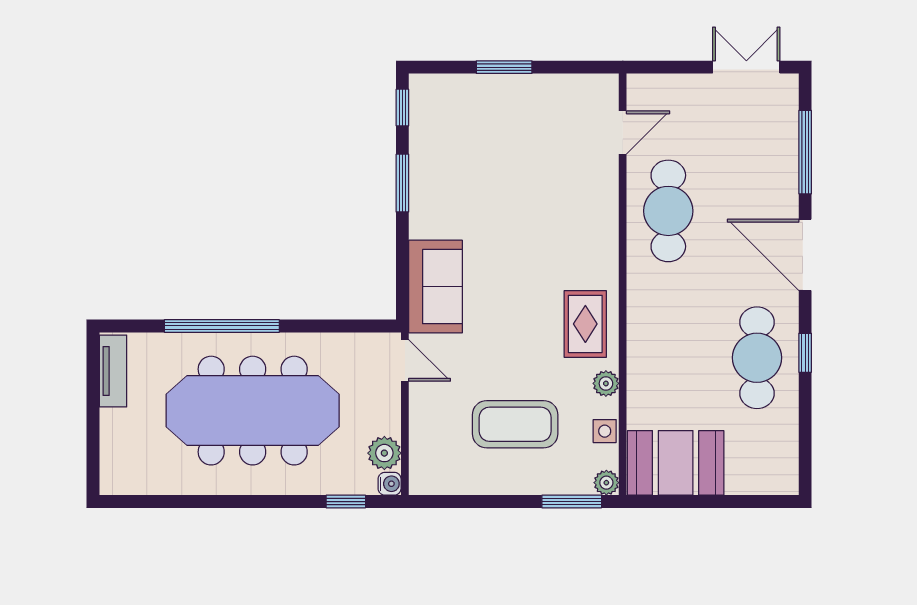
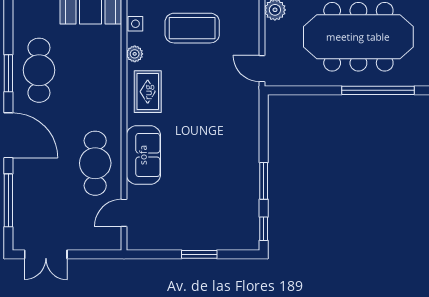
sofa: (435, 287) -> (143, 155), moved, turned 180
window: (805, 353) -> (8, 73), width x1.50

